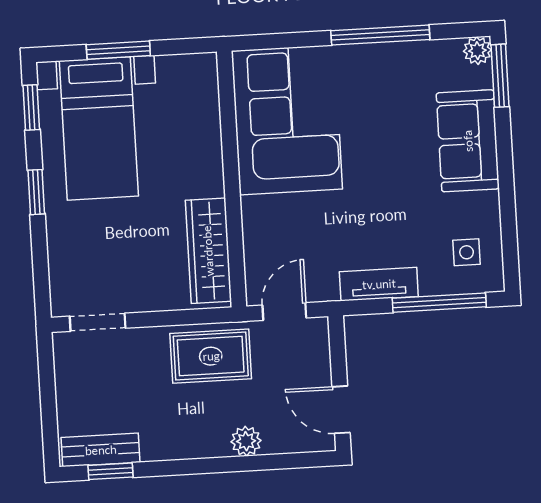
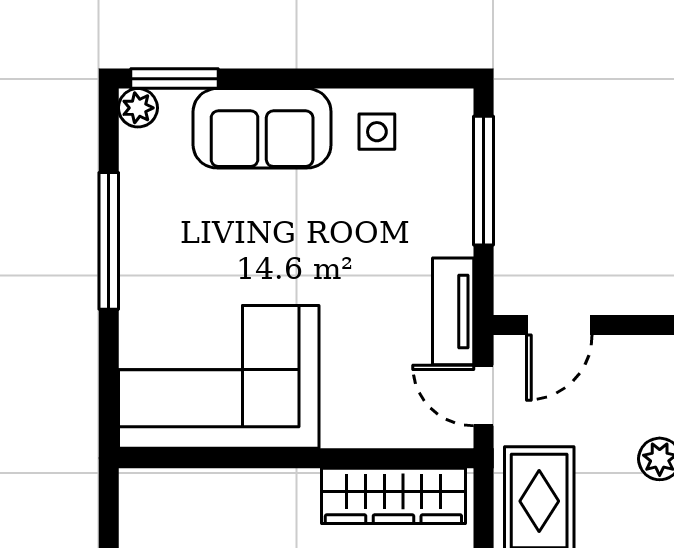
side table: (467, 252) -> (377, 132), moved
tv unit: (379, 284) -> (453, 311), moved
door: (341, 410) -> (559, 325), moved

